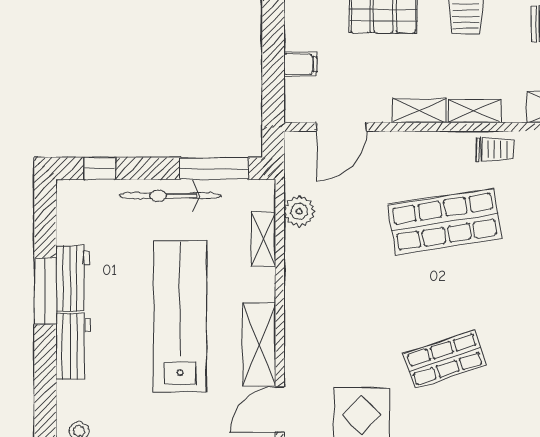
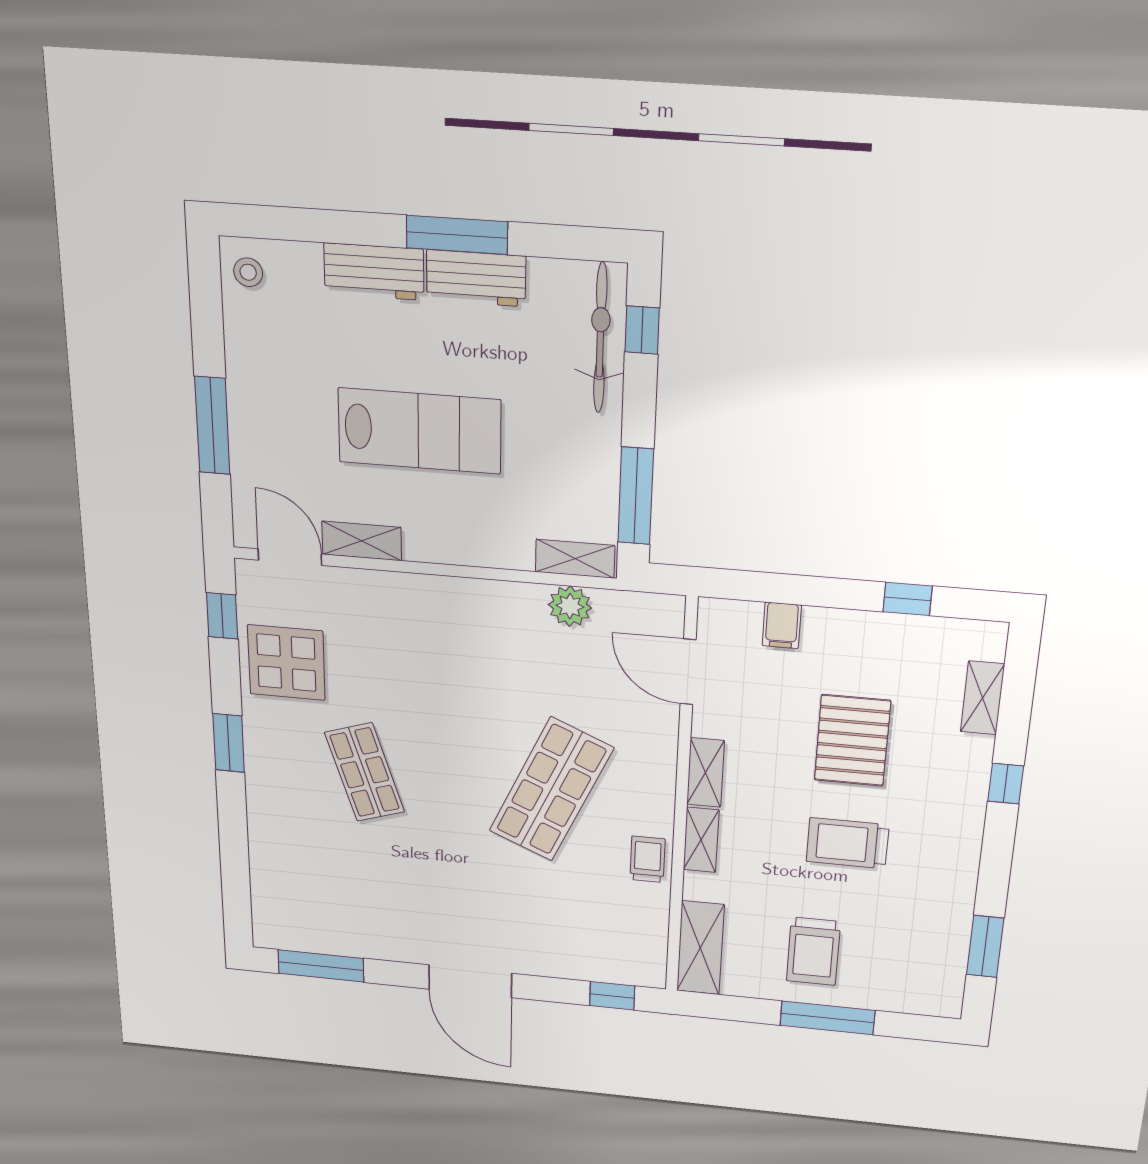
trolley: (495, 149) -> (648, 859), turned 180
bicycle: (171, 196) -> (600, 338), moved
shop shelf: (445, 222) -> (551, 790), turned 33
shelving: (263, 239) -> (575, 559), moved
lab bench: (180, 317) -> (420, 431), width x0.73
shelving: (259, 344) -> (362, 541), width x0.67, depth x0.75

